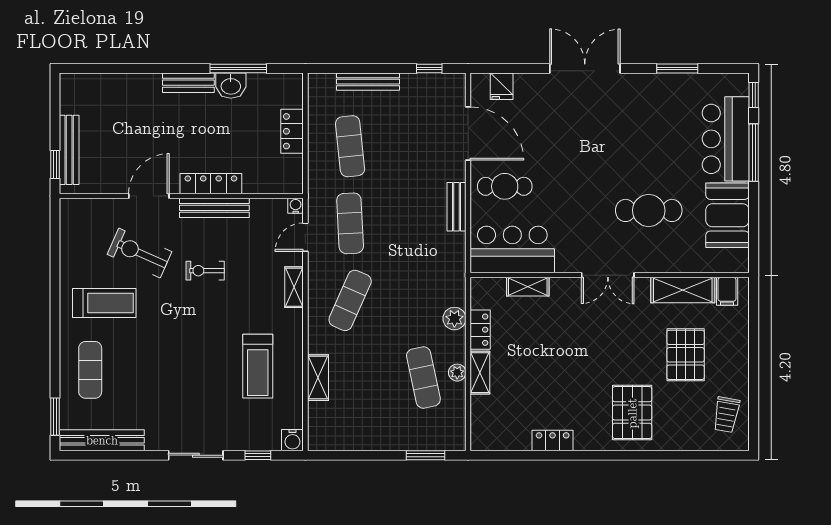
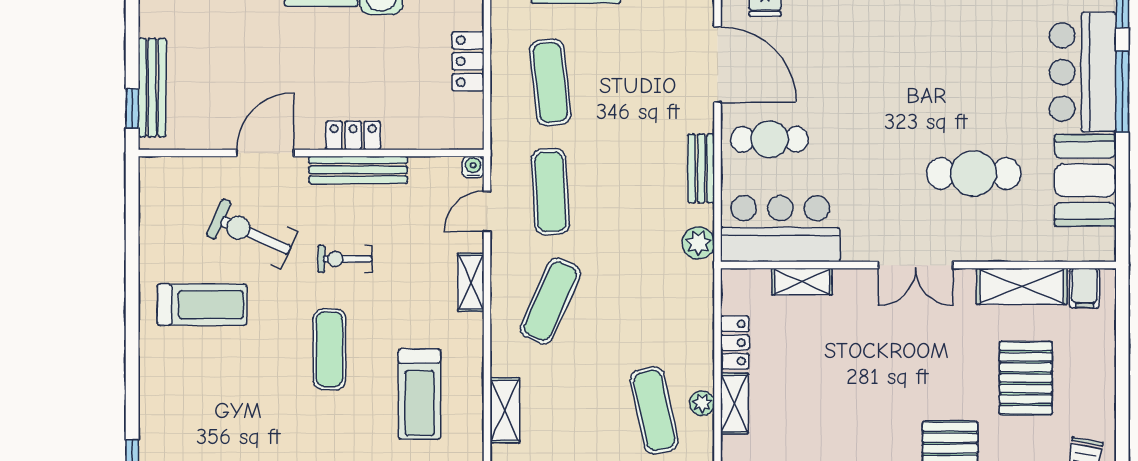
locker: (211, 184) -> (353, 135), width x0.66
plant: (454, 319) -> (698, 243), moved
exercise mat: (90, 370) -> (329, 349), moved

